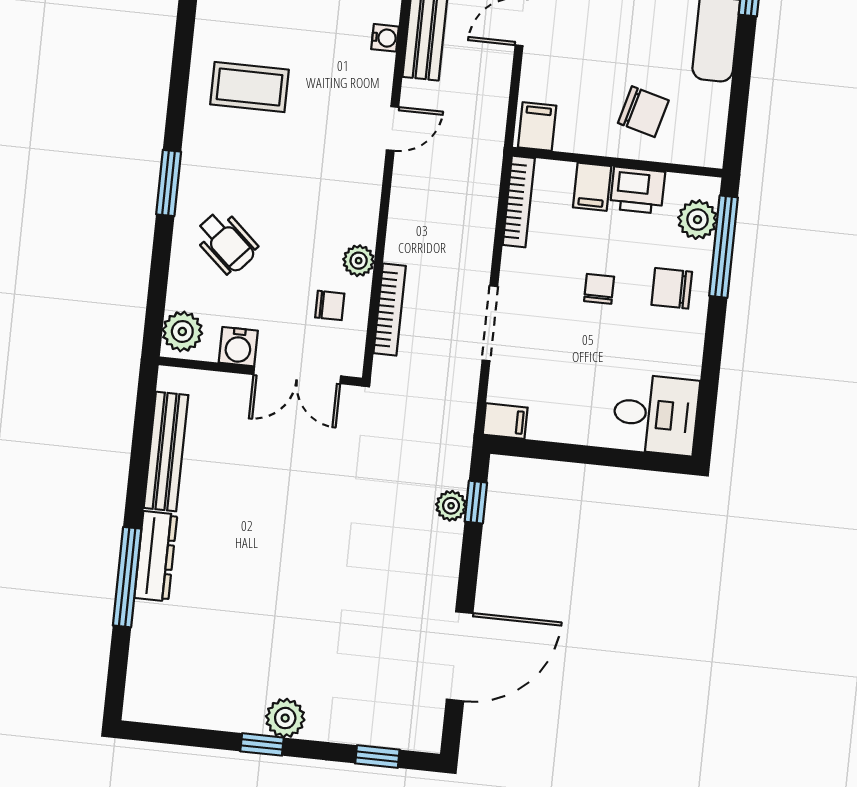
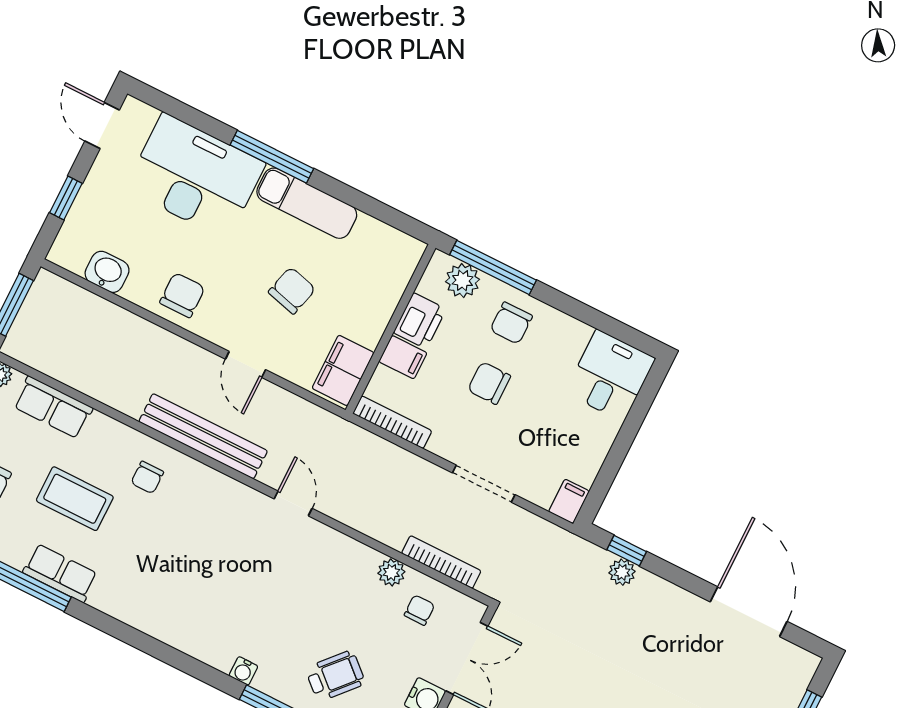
water cooler: (385, 38) -> (243, 671), moved, turned 180
coffee table: (249, 87) -> (215, 609), removed
chair: (643, 112) -> (292, 291), moved
filing cabinet: (537, 127) -> (343, 370), width x2.00
chair: (599, 289) -> (489, 383), width x1.37, depth x1.37

